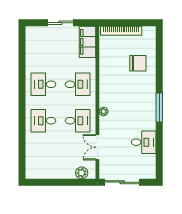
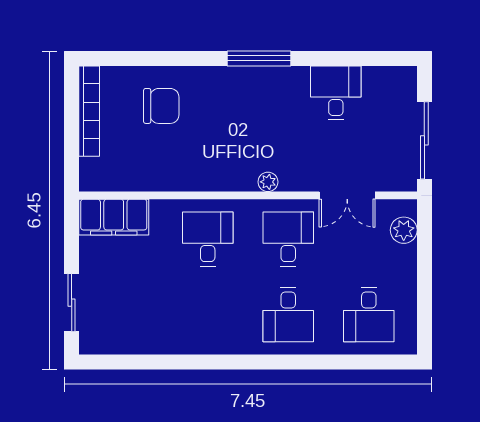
sliding door: (61, 23) -> (72, 303), moved
bookcase: (121, 31) -> (89, 111), moved
chair: (138, 63) -> (161, 106), turned 90
desk: (43, 84) -> (369, 315), moved

